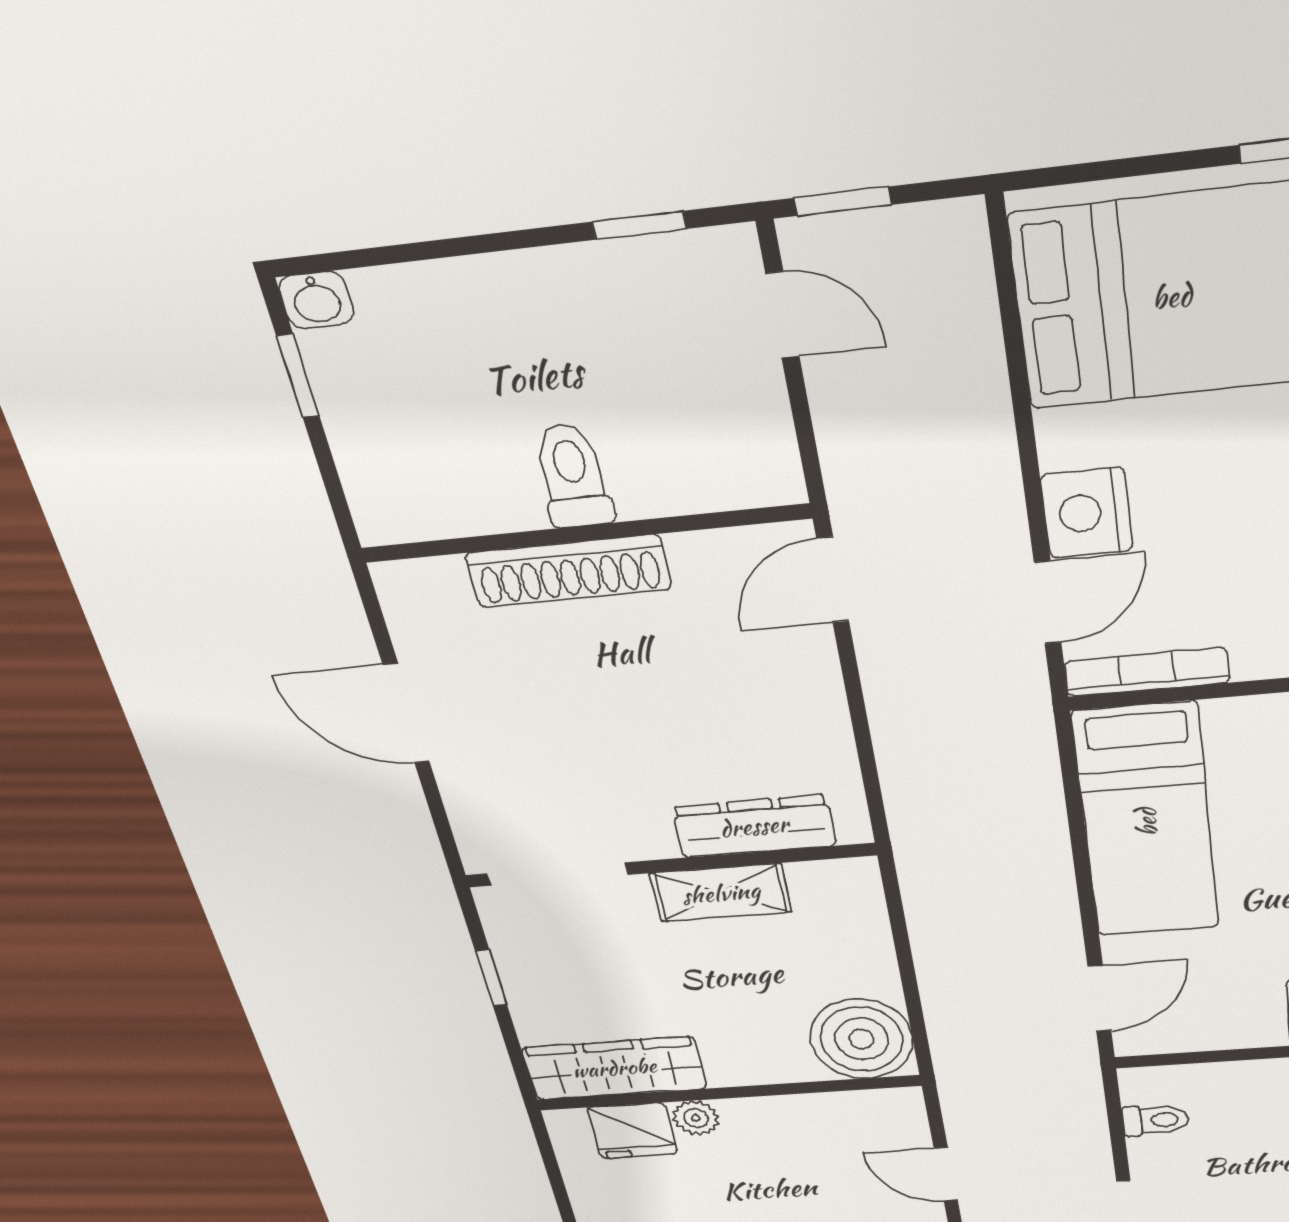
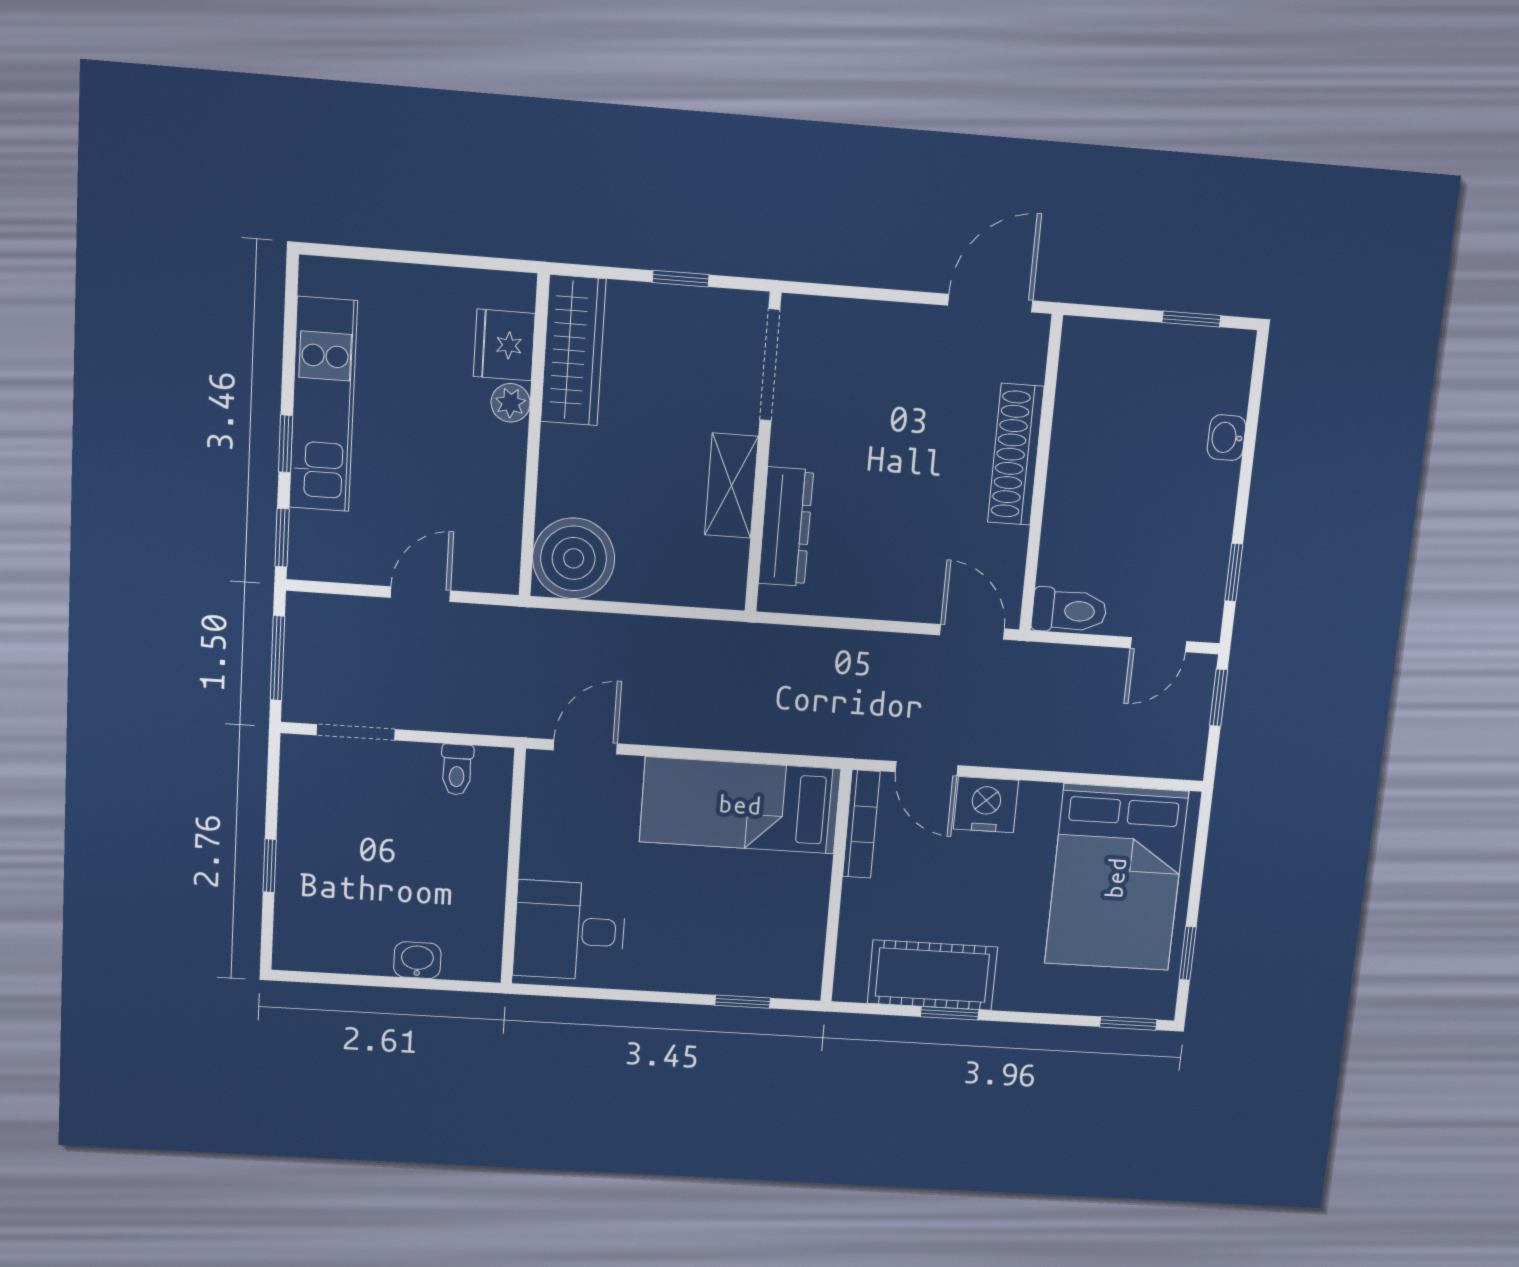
washbasin: (316, 300) -> (1227, 438), moved
toilet: (573, 476) -> (1069, 611), moved
door: (406, 714) -> (990, 303), moved
door: (1100, 999) -> (585, 747), swing flipped

